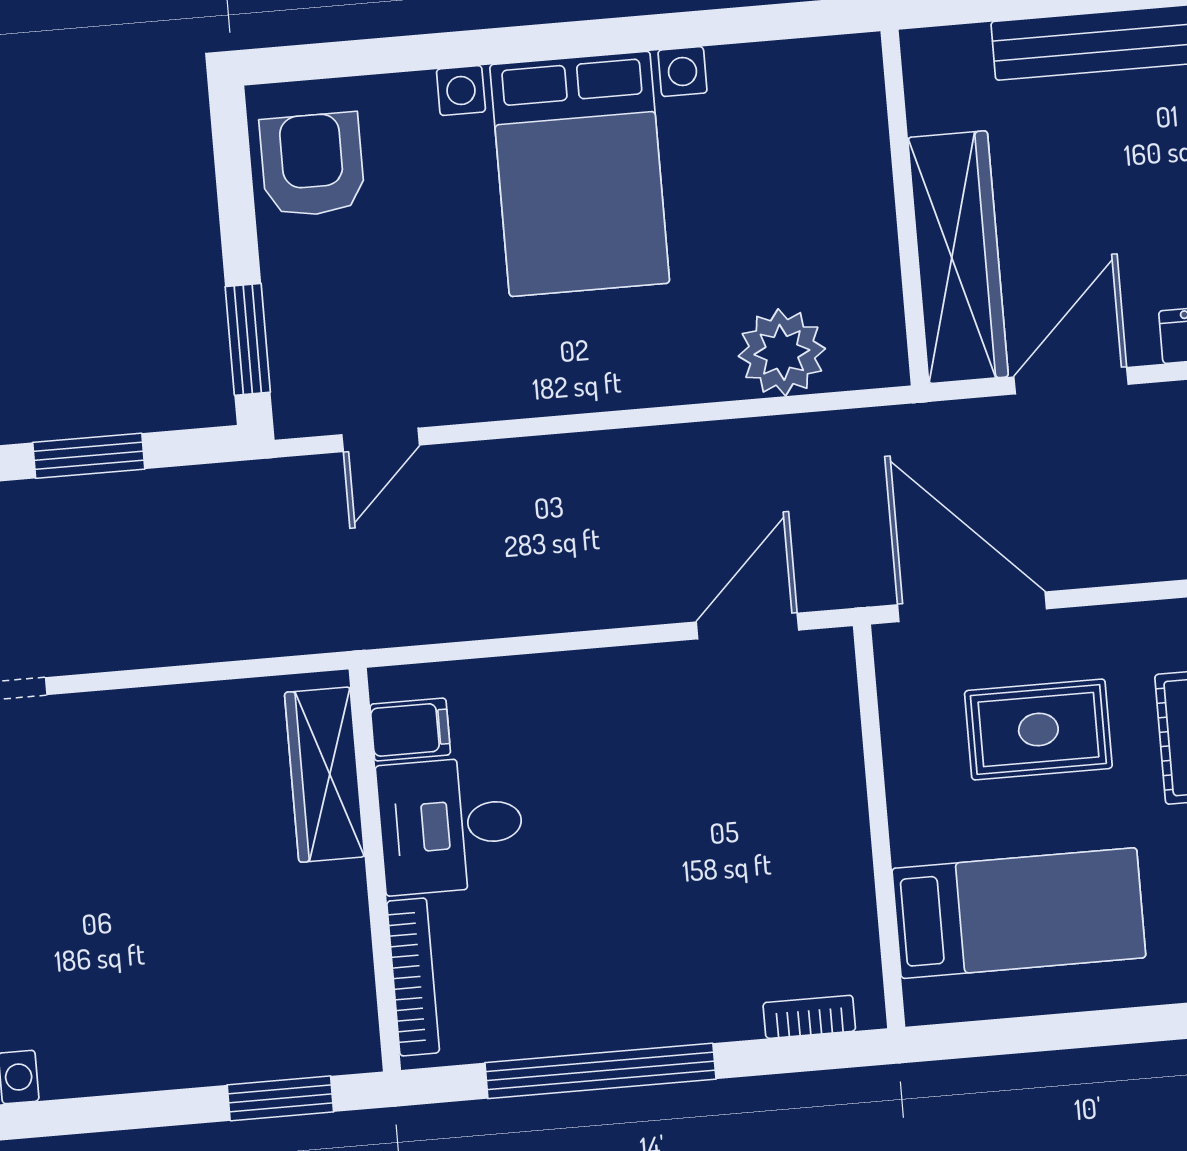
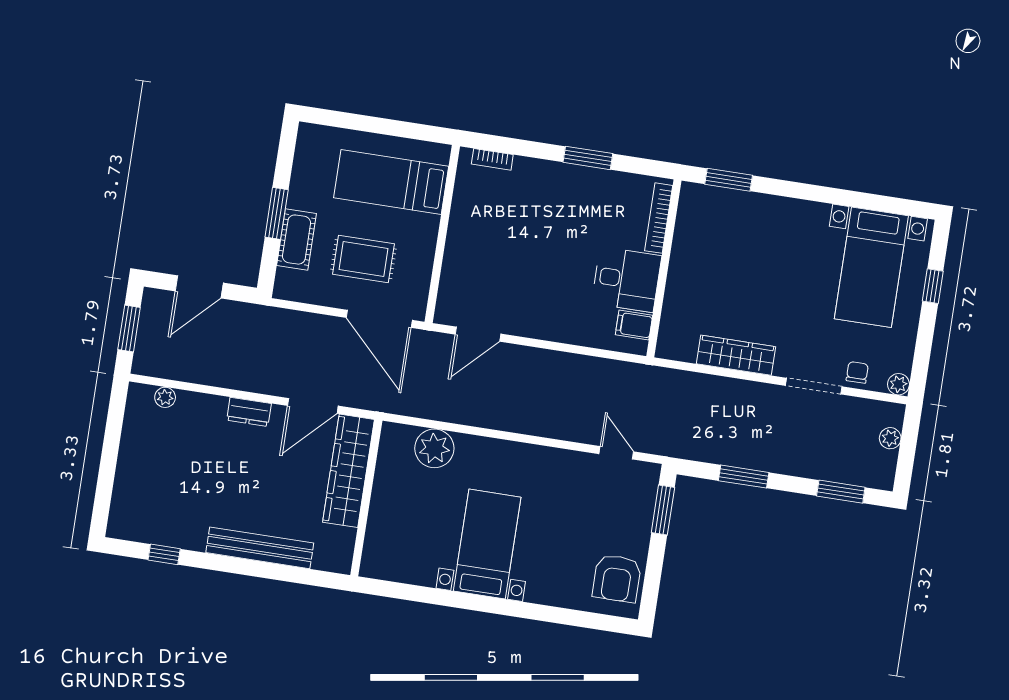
bed with nightstands: (580, 174) -> (487, 544), width x0.73
door: (381, 440) -> (616, 453), hinge flipped
wardrobe: (325, 775) -> (736, 355), moved, turned -90
window: (600, 1071) -> (588, 158), width x0.47

